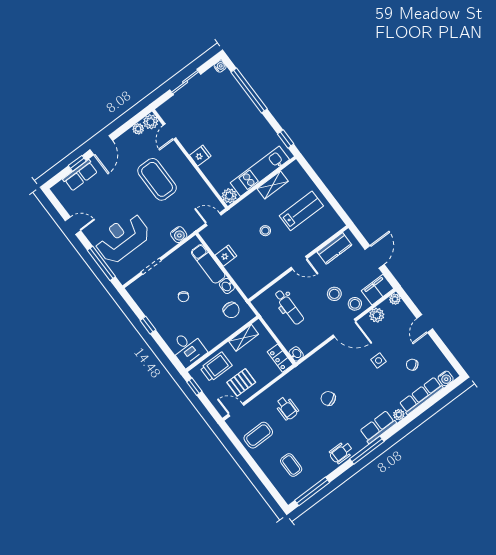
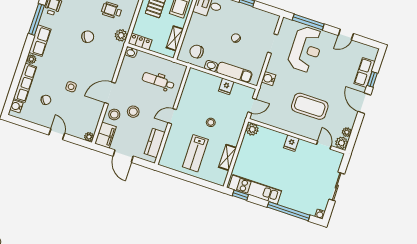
kitchen unit: (260, 171) -> (255, 189), moved, turned -90
plant: (377, 315) -> (121, 35), moved

